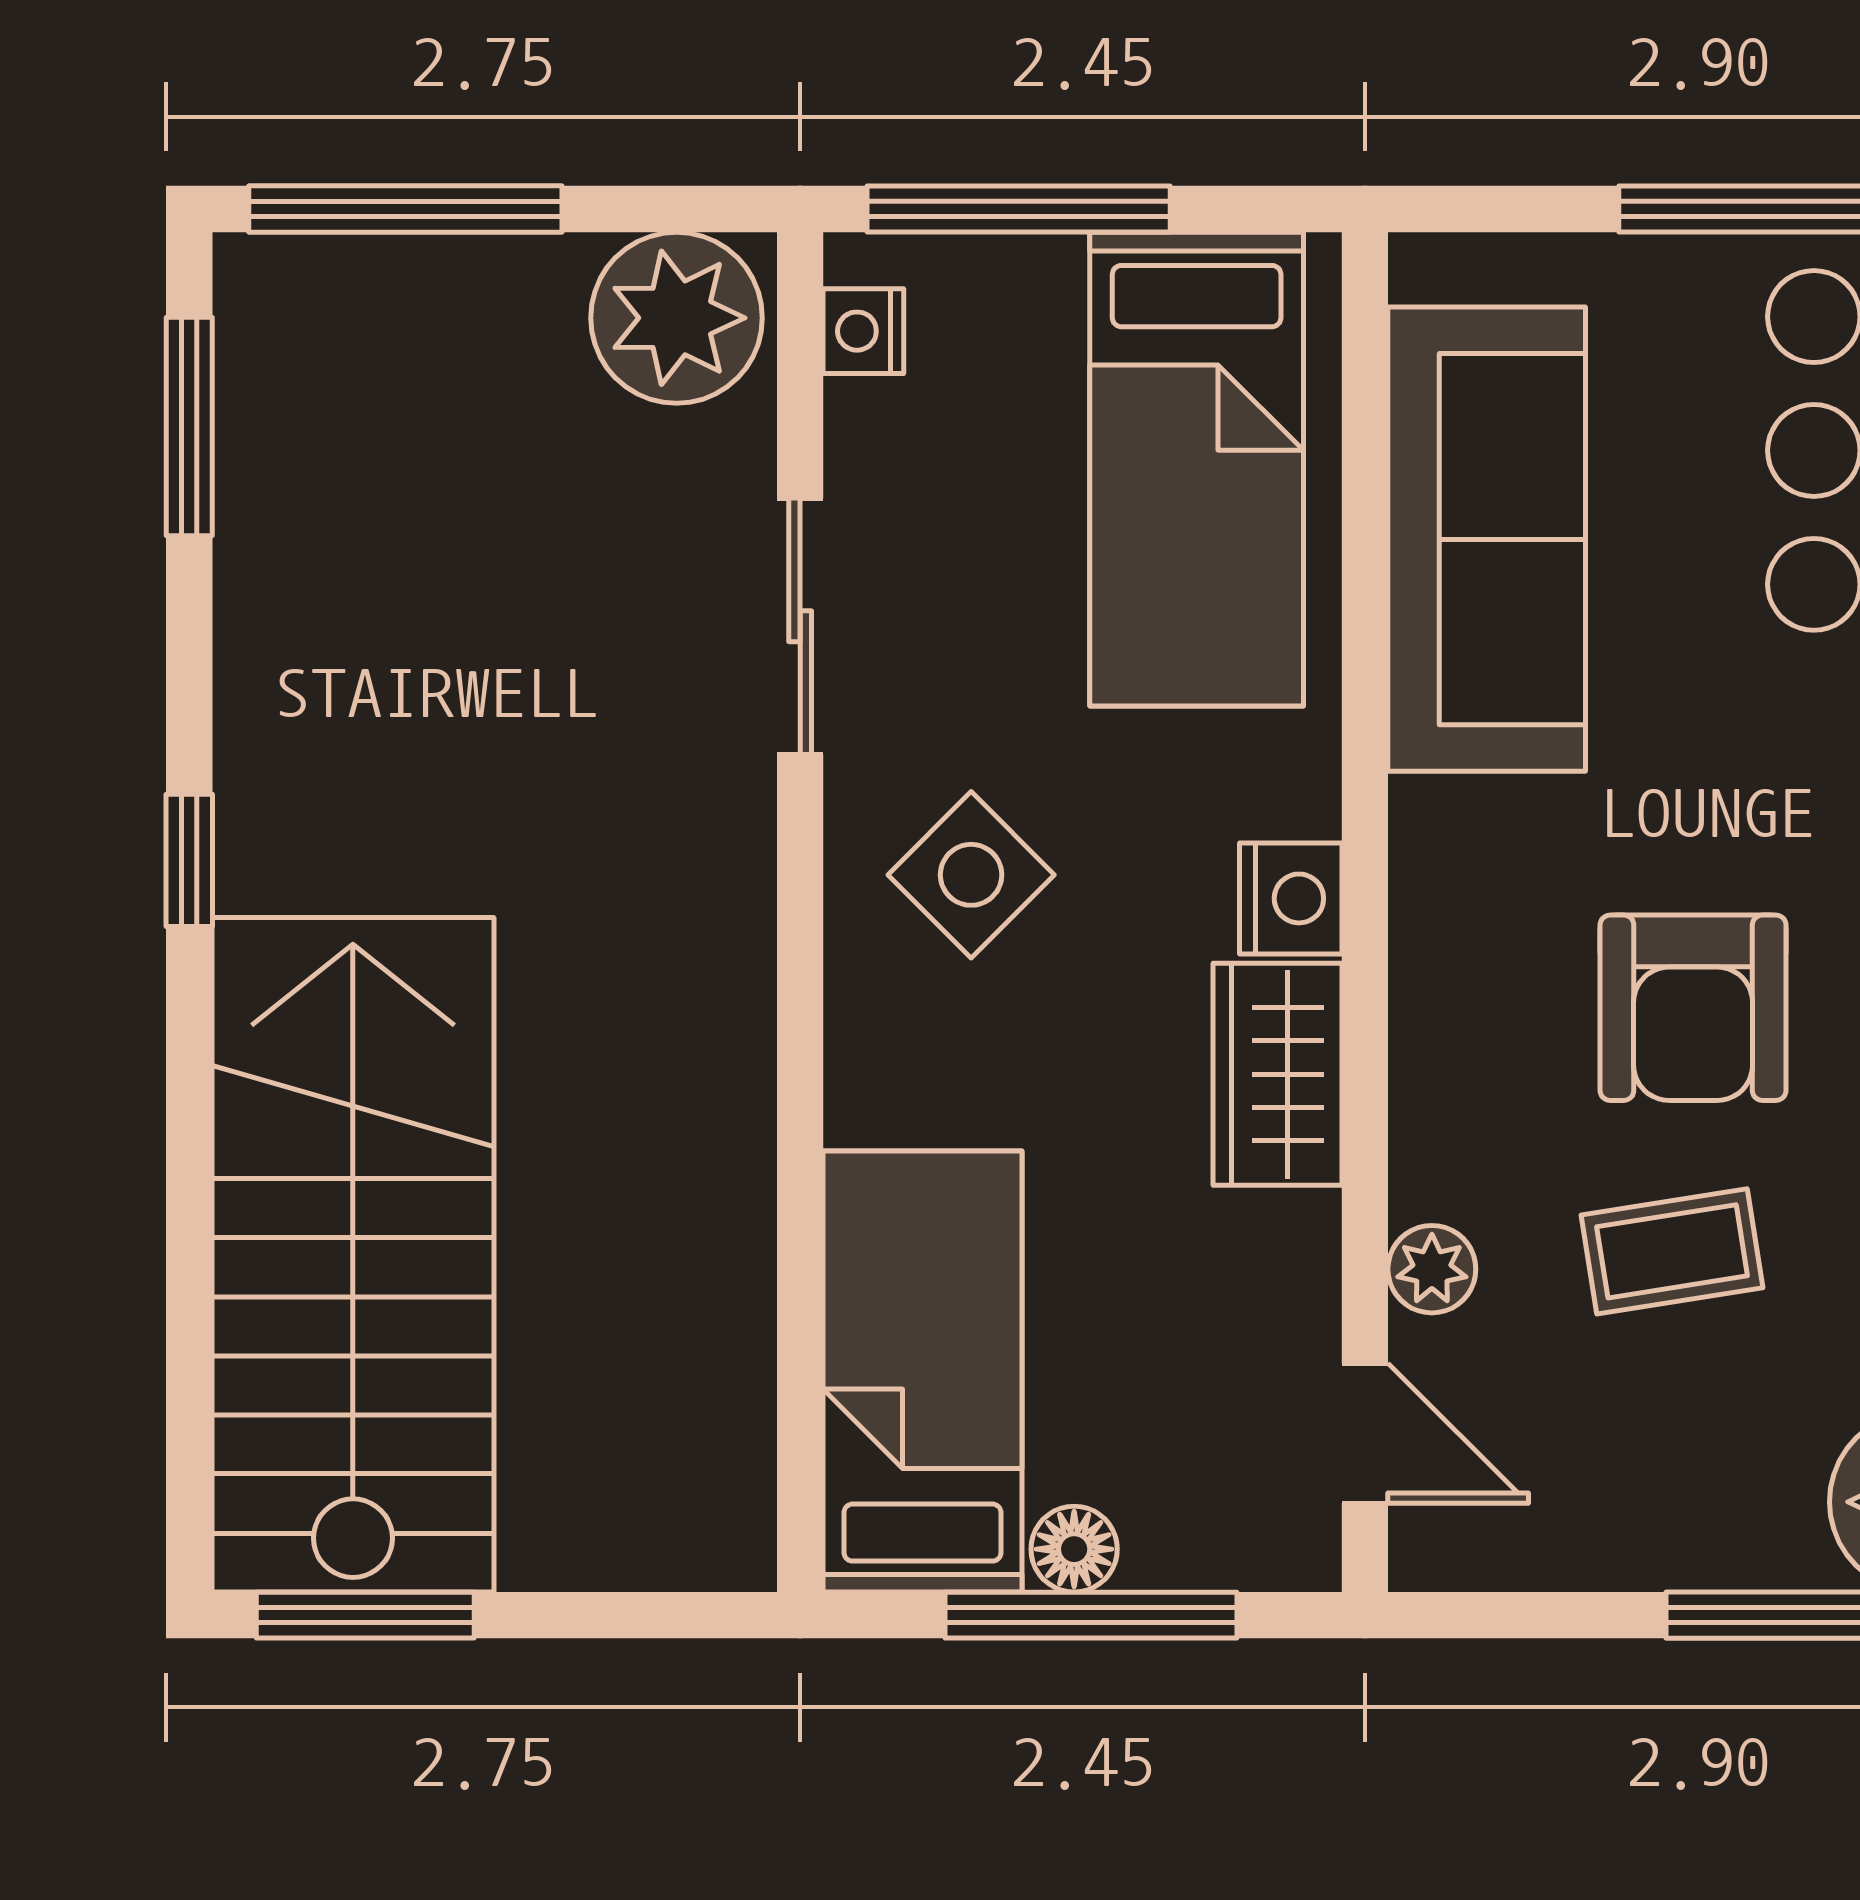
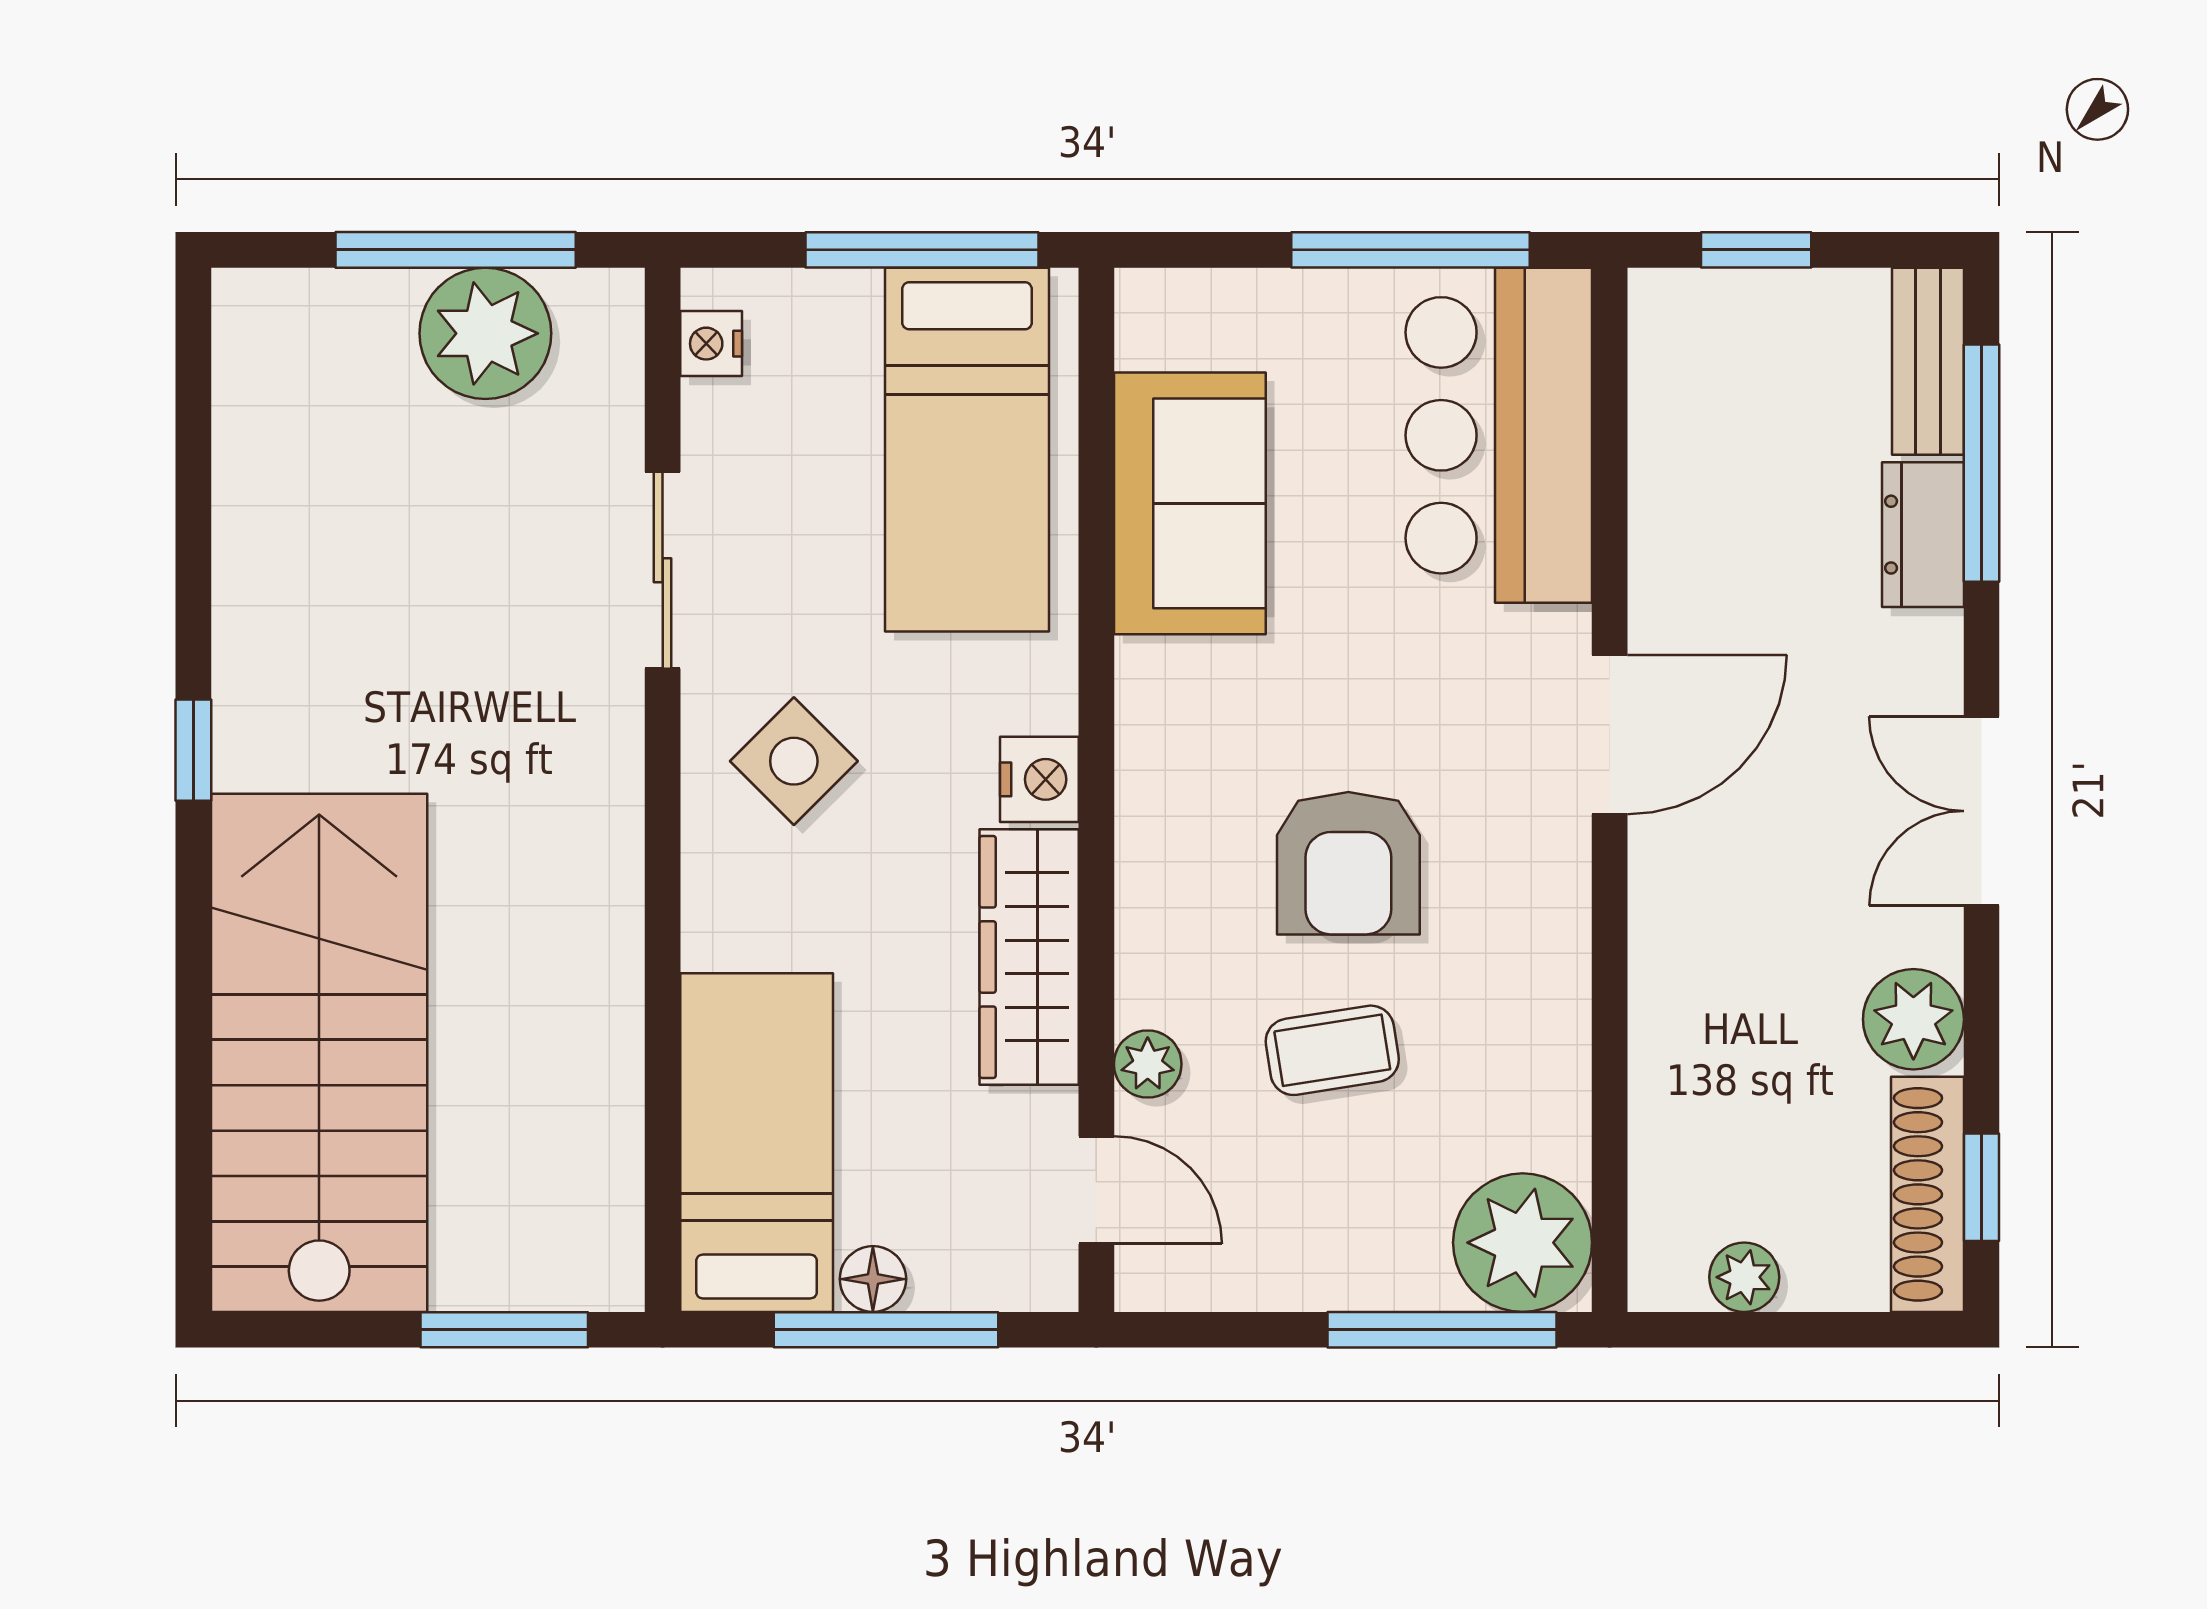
window: (405, 209) -> (456, 250), moved
window: (1019, 209) -> (922, 250), moved
plant: (677, 318) -> (485, 333), moved
window: (189, 426) -> (193, 417), removed
sofa: (1487, 539) -> (1190, 503), width x0.73
wardrobe: (1277, 1074) -> (1029, 957), width x1.50
window: (365, 1615) -> (504, 1330), moved

